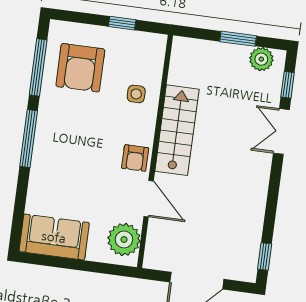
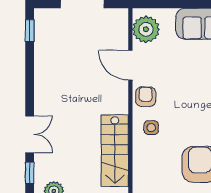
side table: (136, 94) -> (151, 128), moved
stairs: (177, 130) -> (115, 150), moved

